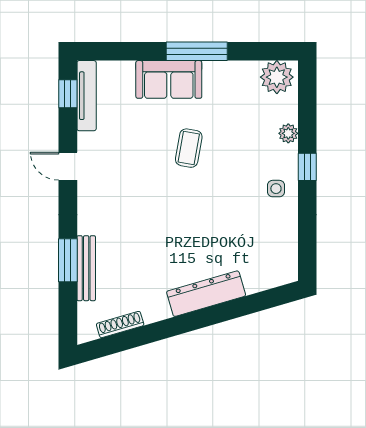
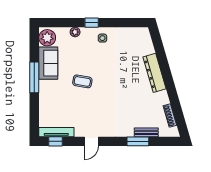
sofa: (169, 79) -> (48, 63), moved
bench: (86, 268) -> (146, 132), width x0.73

